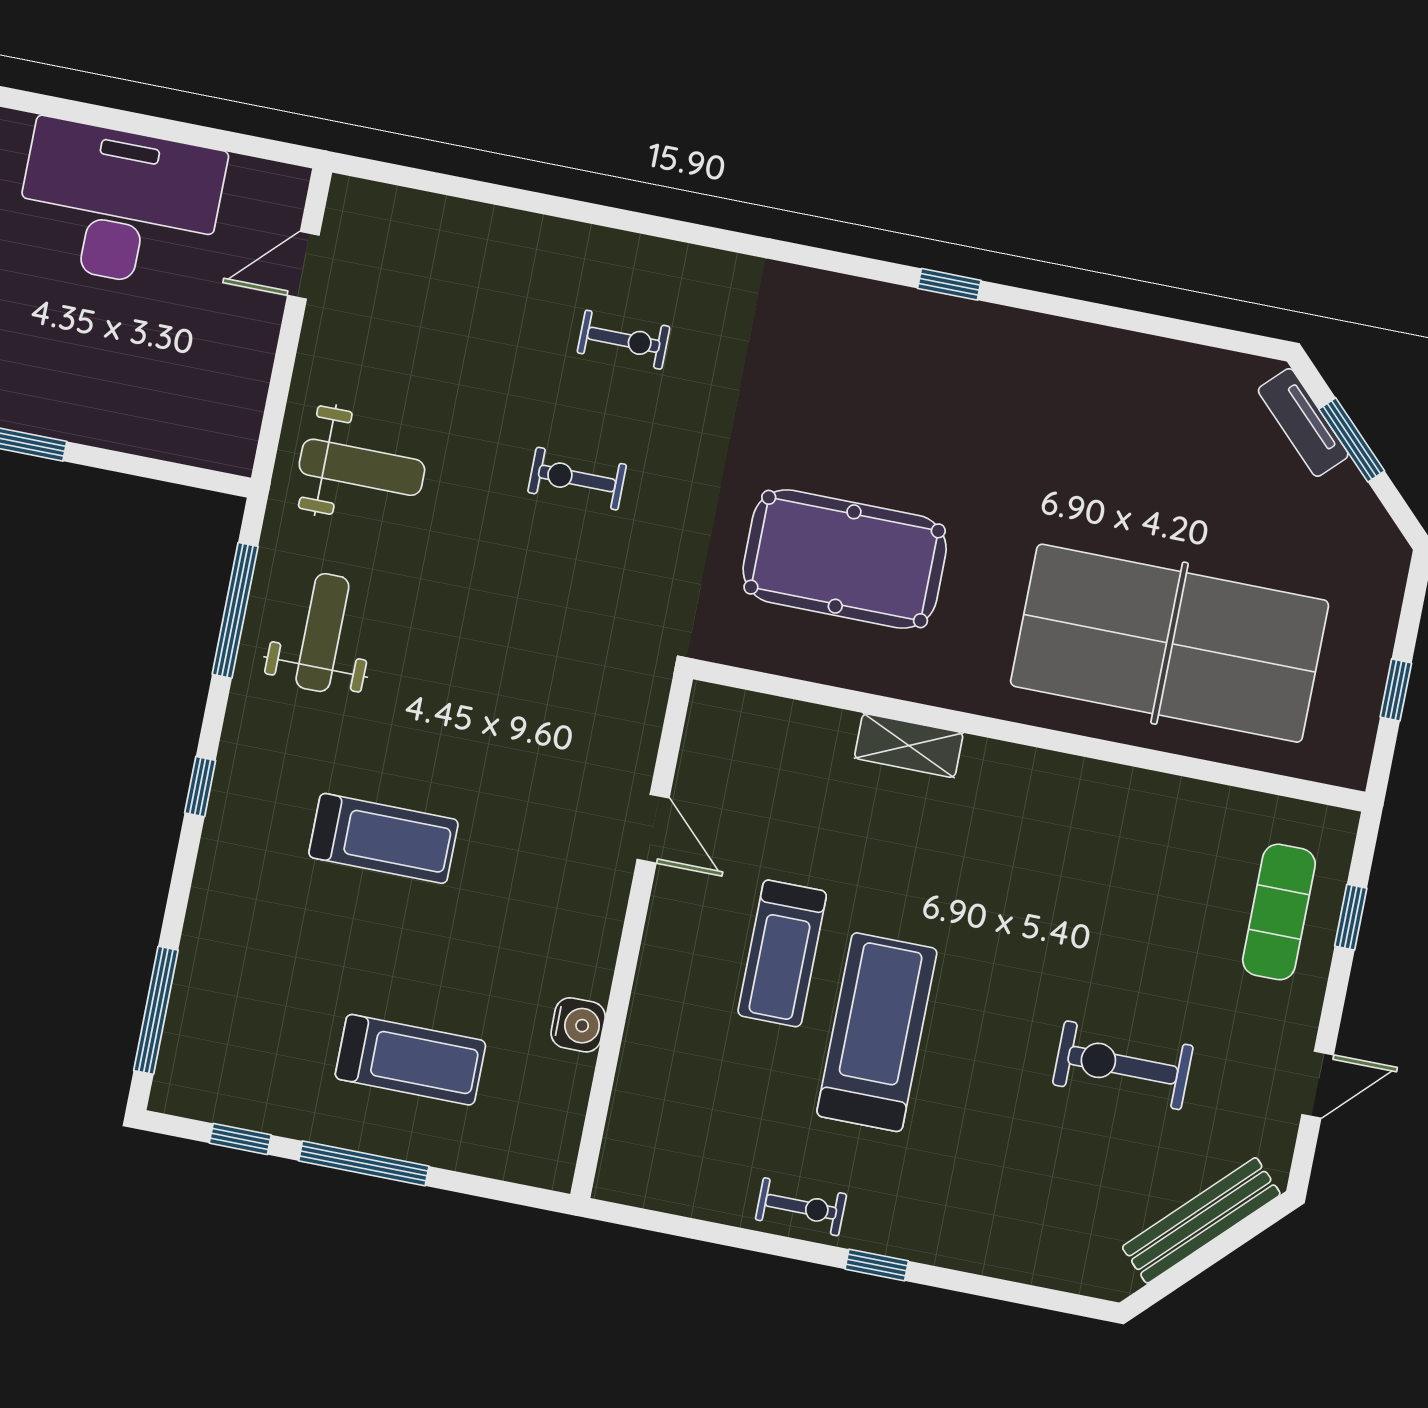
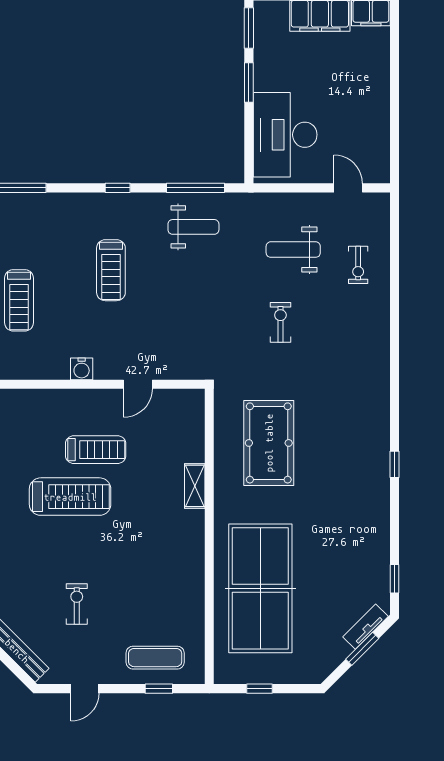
desk: (119, 205) -> (285, 135), moved, turned 180
window: (1208, 335) -> (394, 579), added
exercise bike: (624, 340) -> (358, 265), moved
weight bench: (362, 467) -> (293, 250), moved, turned 90
treadmill: (782, 953) -> (96, 450), turned 180
water cooler: (578, 1025) -> (82, 369), moved
exercise bike: (1123, 1065) -> (77, 604), width x0.73, depth x0.72
door: (1318, 1085) -> (85, 689), hinge flipped

